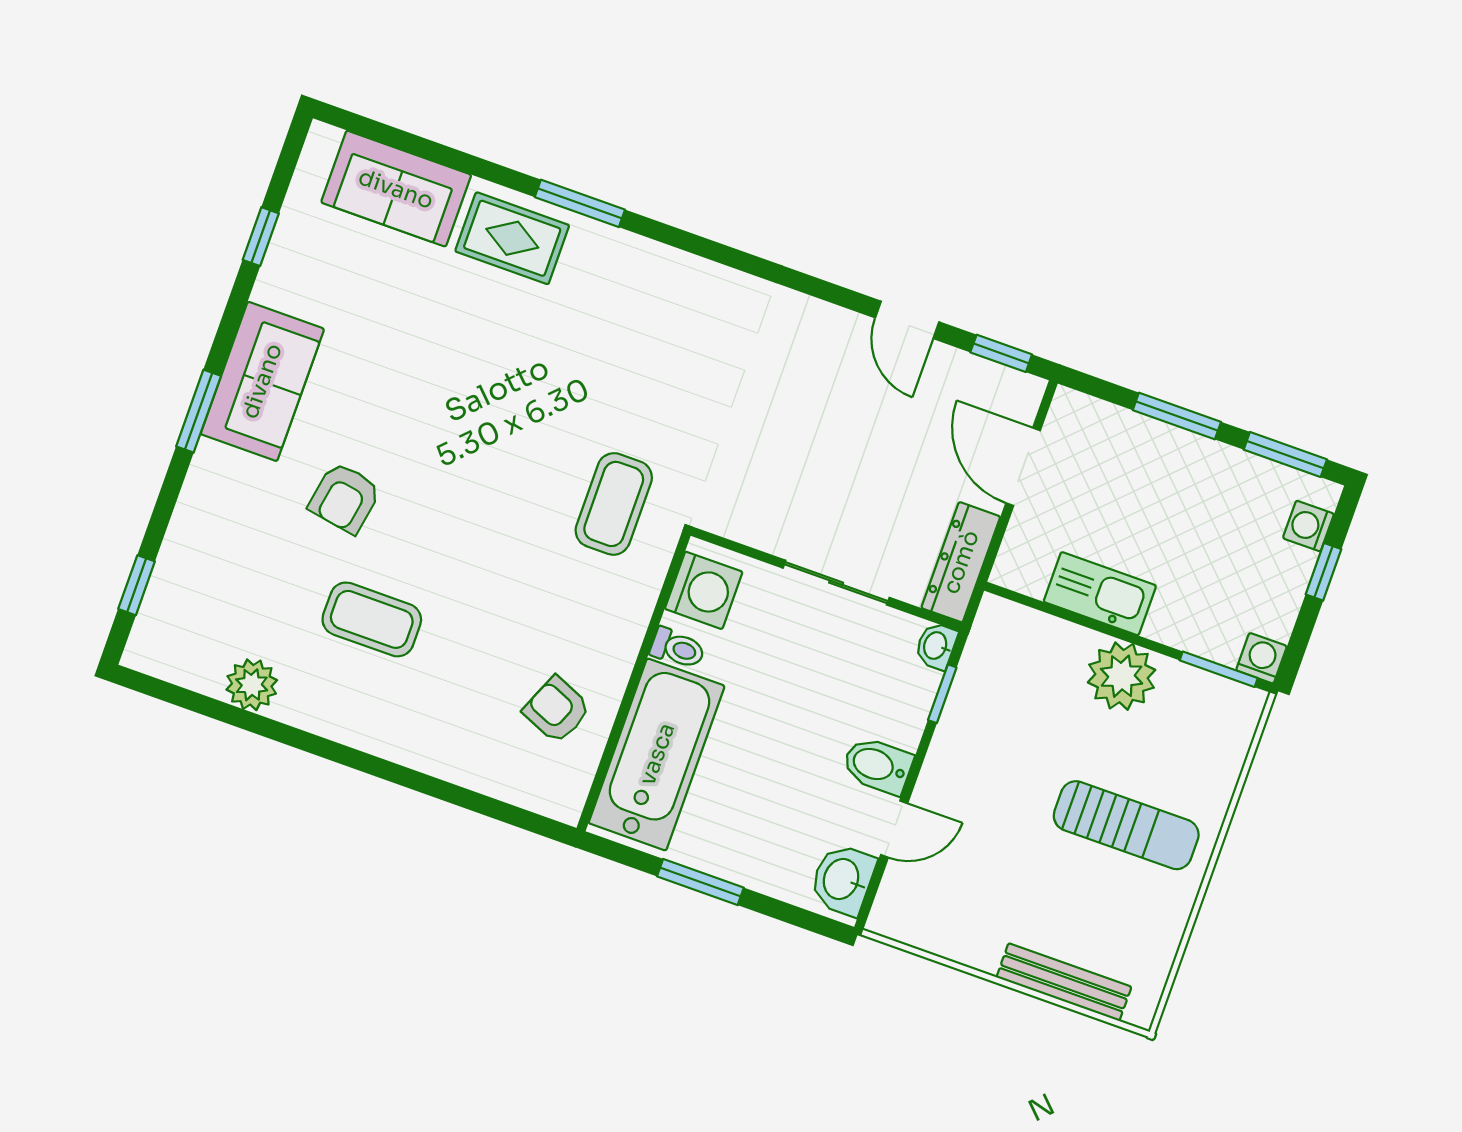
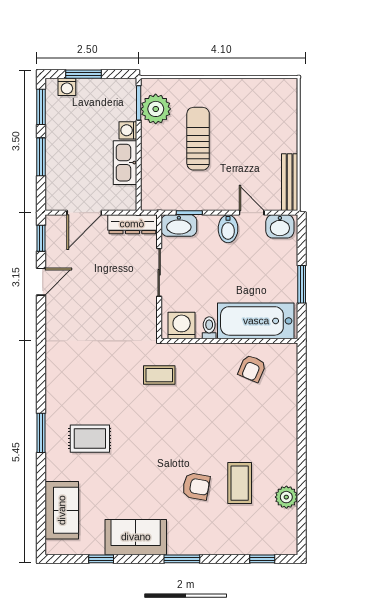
rug: (512, 238) -> (90, 439), moved, turned 90
sofa: (262, 381) -> (136, 537), moved
coffee table: (614, 504) -> (159, 375), width x0.73, depth x0.77
window: (1323, 572) -> (83, 74), width x1.50
coffee table: (372, 619) -> (240, 483), moved
washbasin: (936, 646) -> (179, 225), width x1.91, depth x1.45
washing machine: (1261, 658) -> (128, 130), moved
plant: (1122, 676) -> (156, 109), moved
sun lounger: (1126, 825) -> (198, 139), moved
bench: (1064, 982) -> (290, 182), moved

